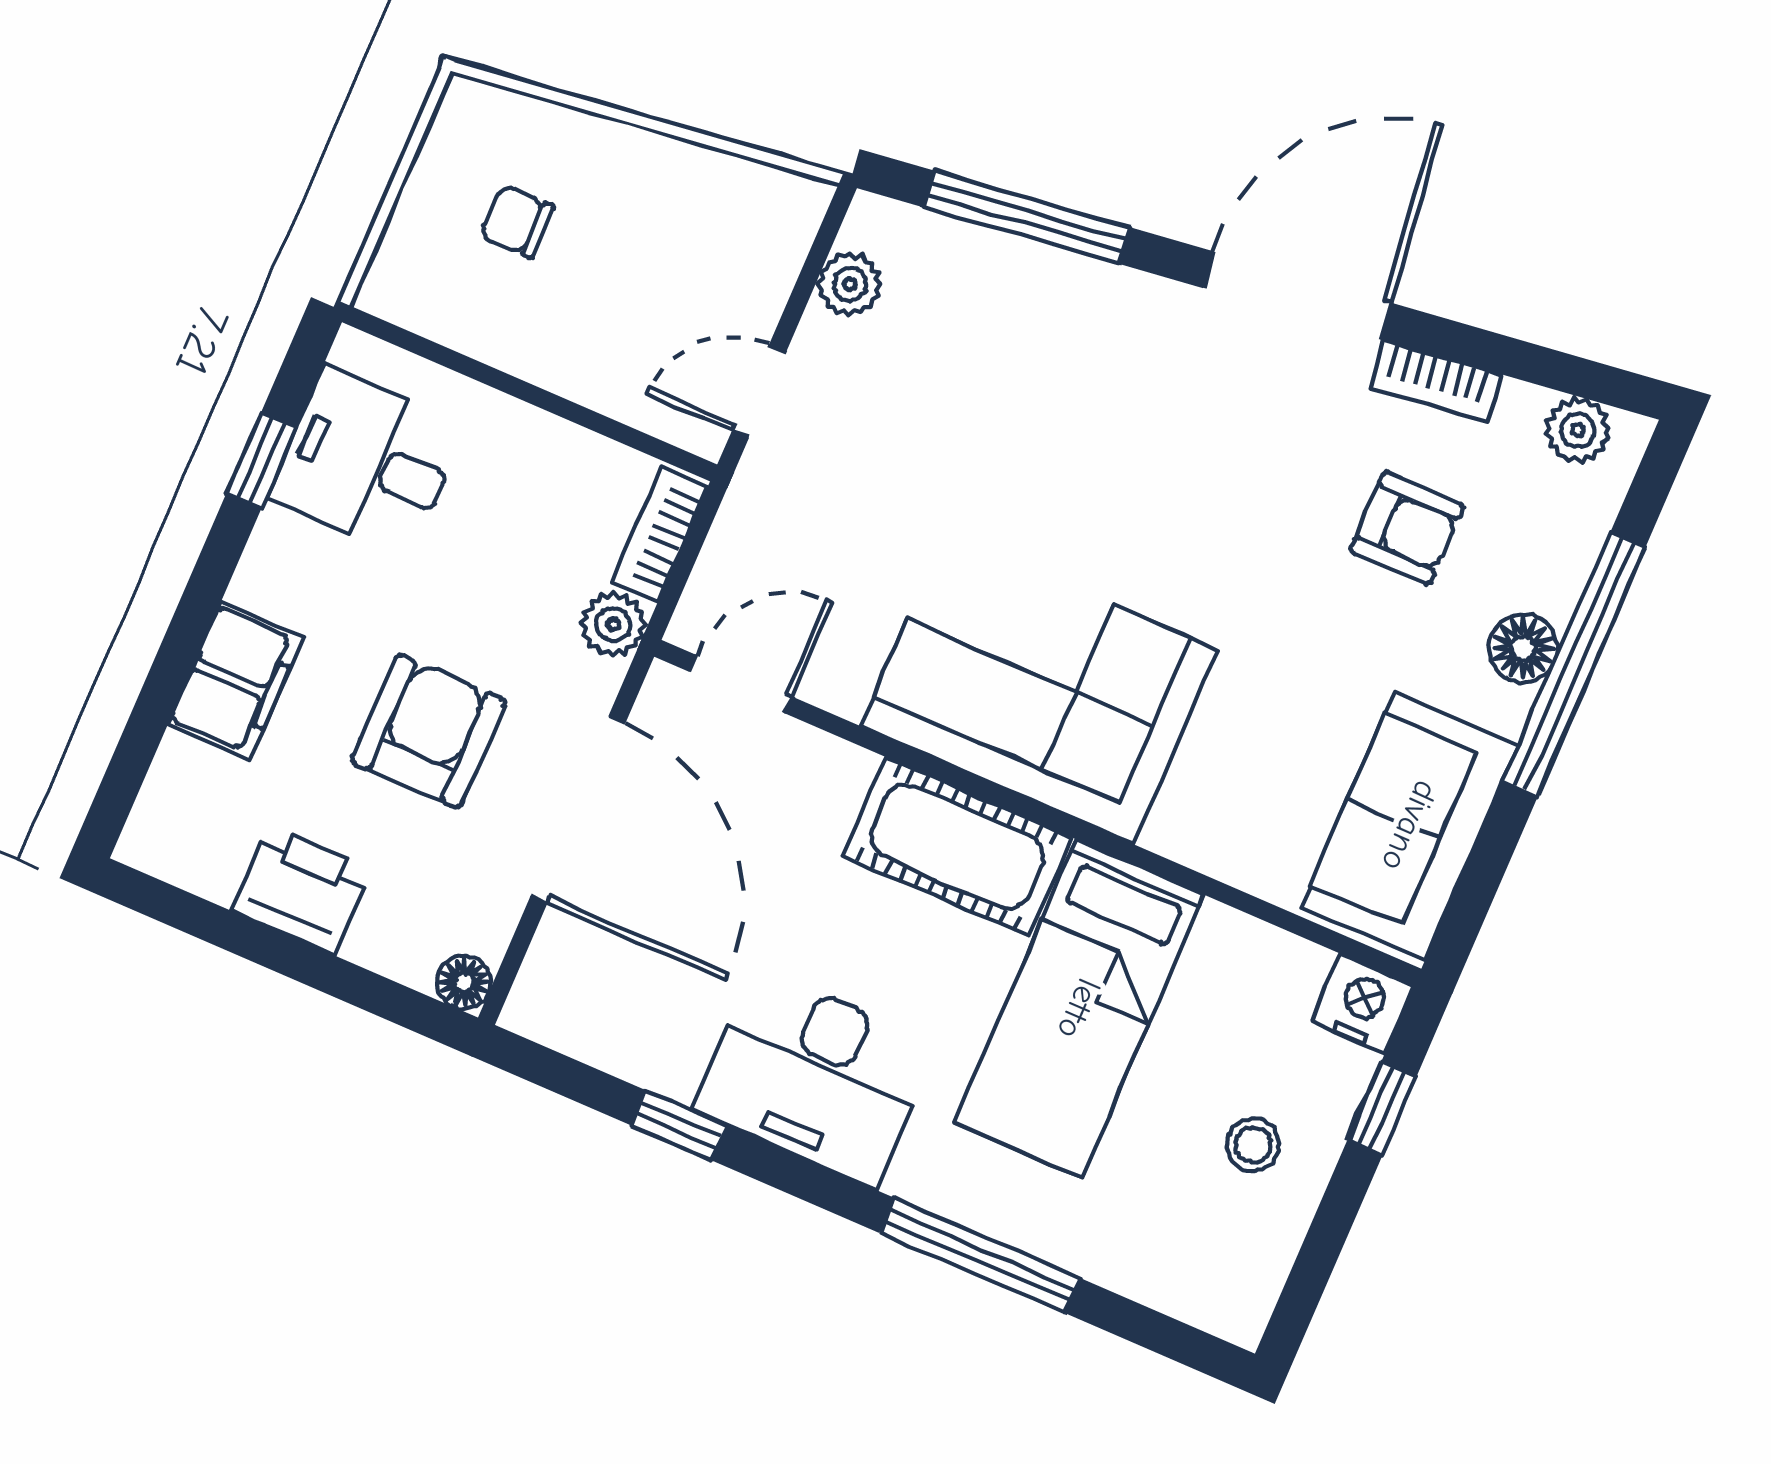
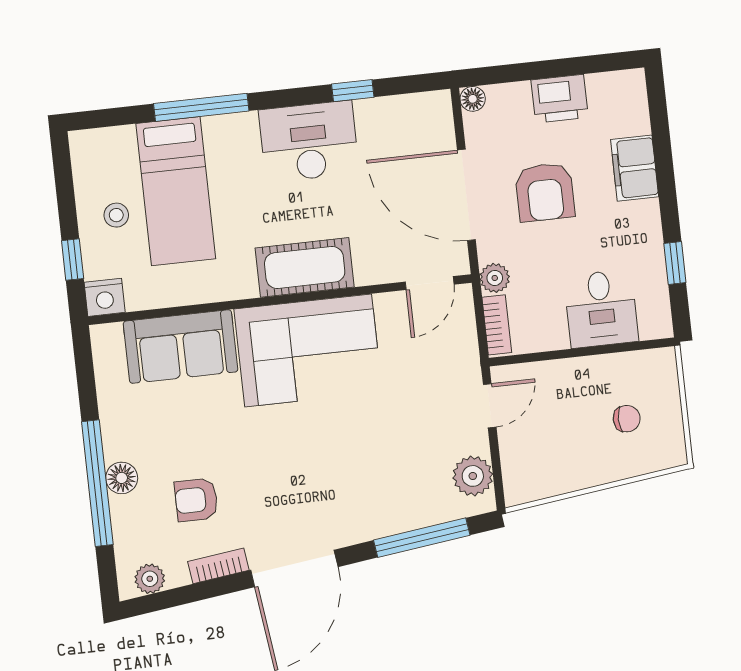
plant: (850, 284) -> (473, 476), width x1.38, depth x1.38
desk: (367, 461) -> (601, 309), moved, turned 90
sofa: (1410, 826) -> (181, 347), moved, turned 90
bed: (1079, 1009) -> (176, 191), moved, turned 180

